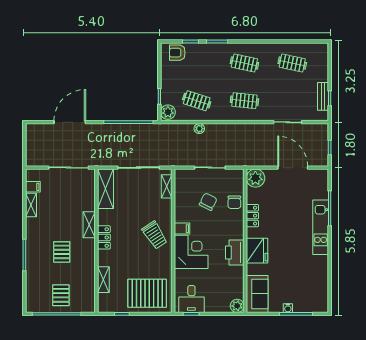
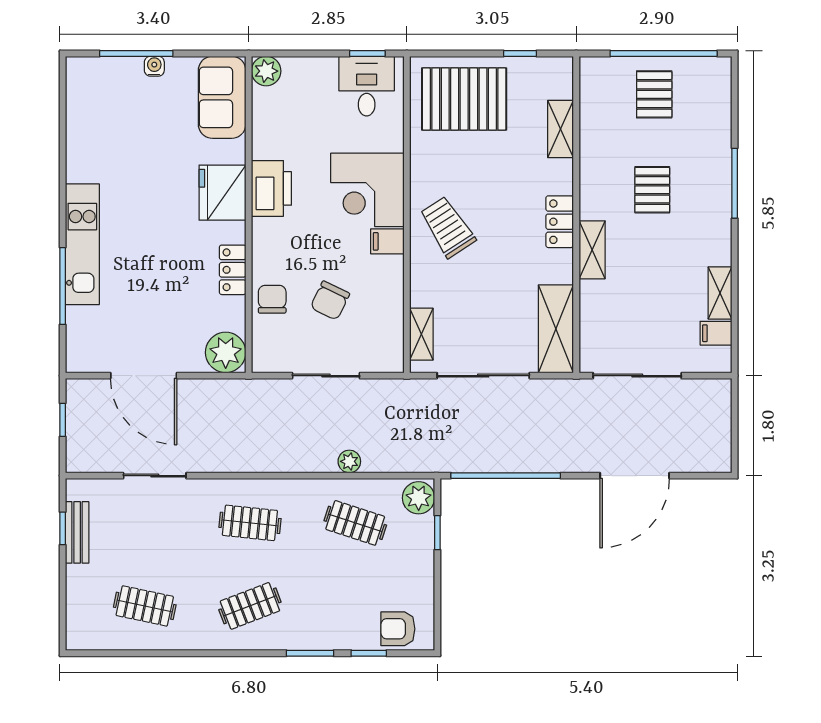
armchair: (177, 53) -> (398, 629), turned 180
clothes rail: (244, 63) -> (250, 606), turned -33

